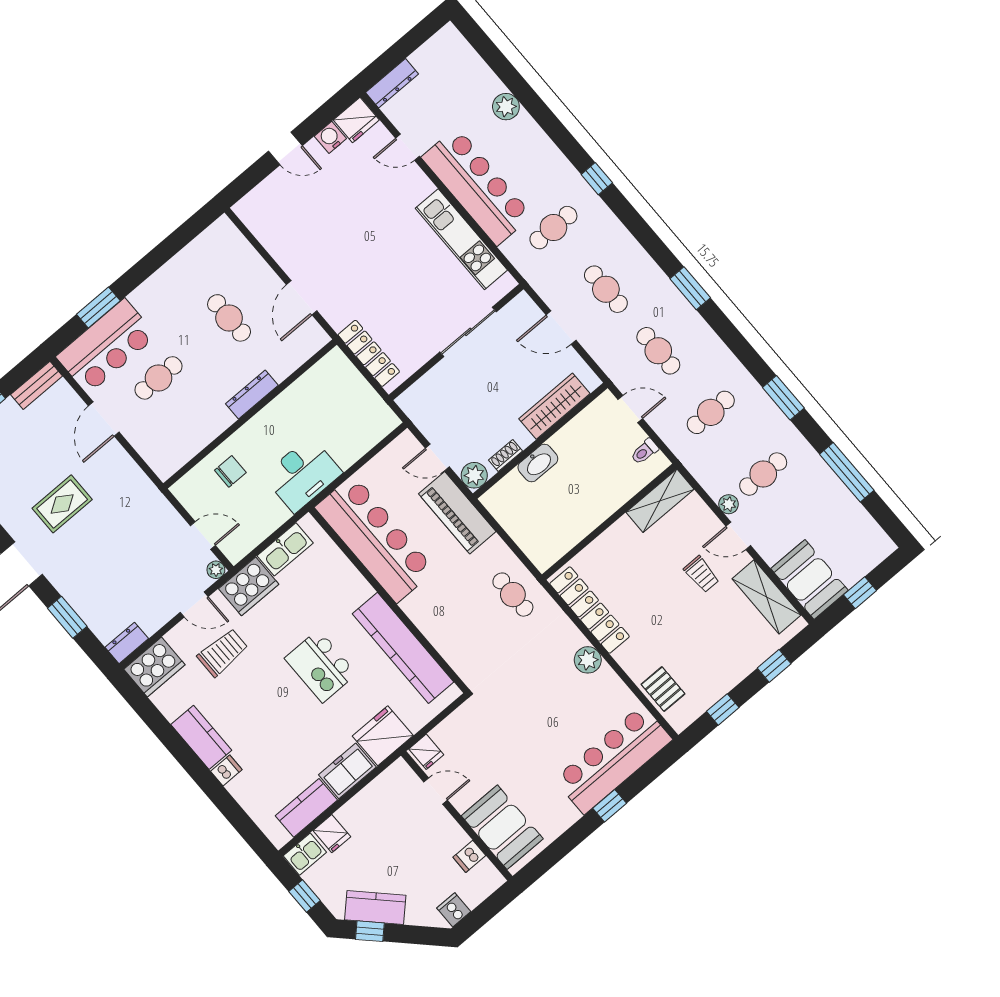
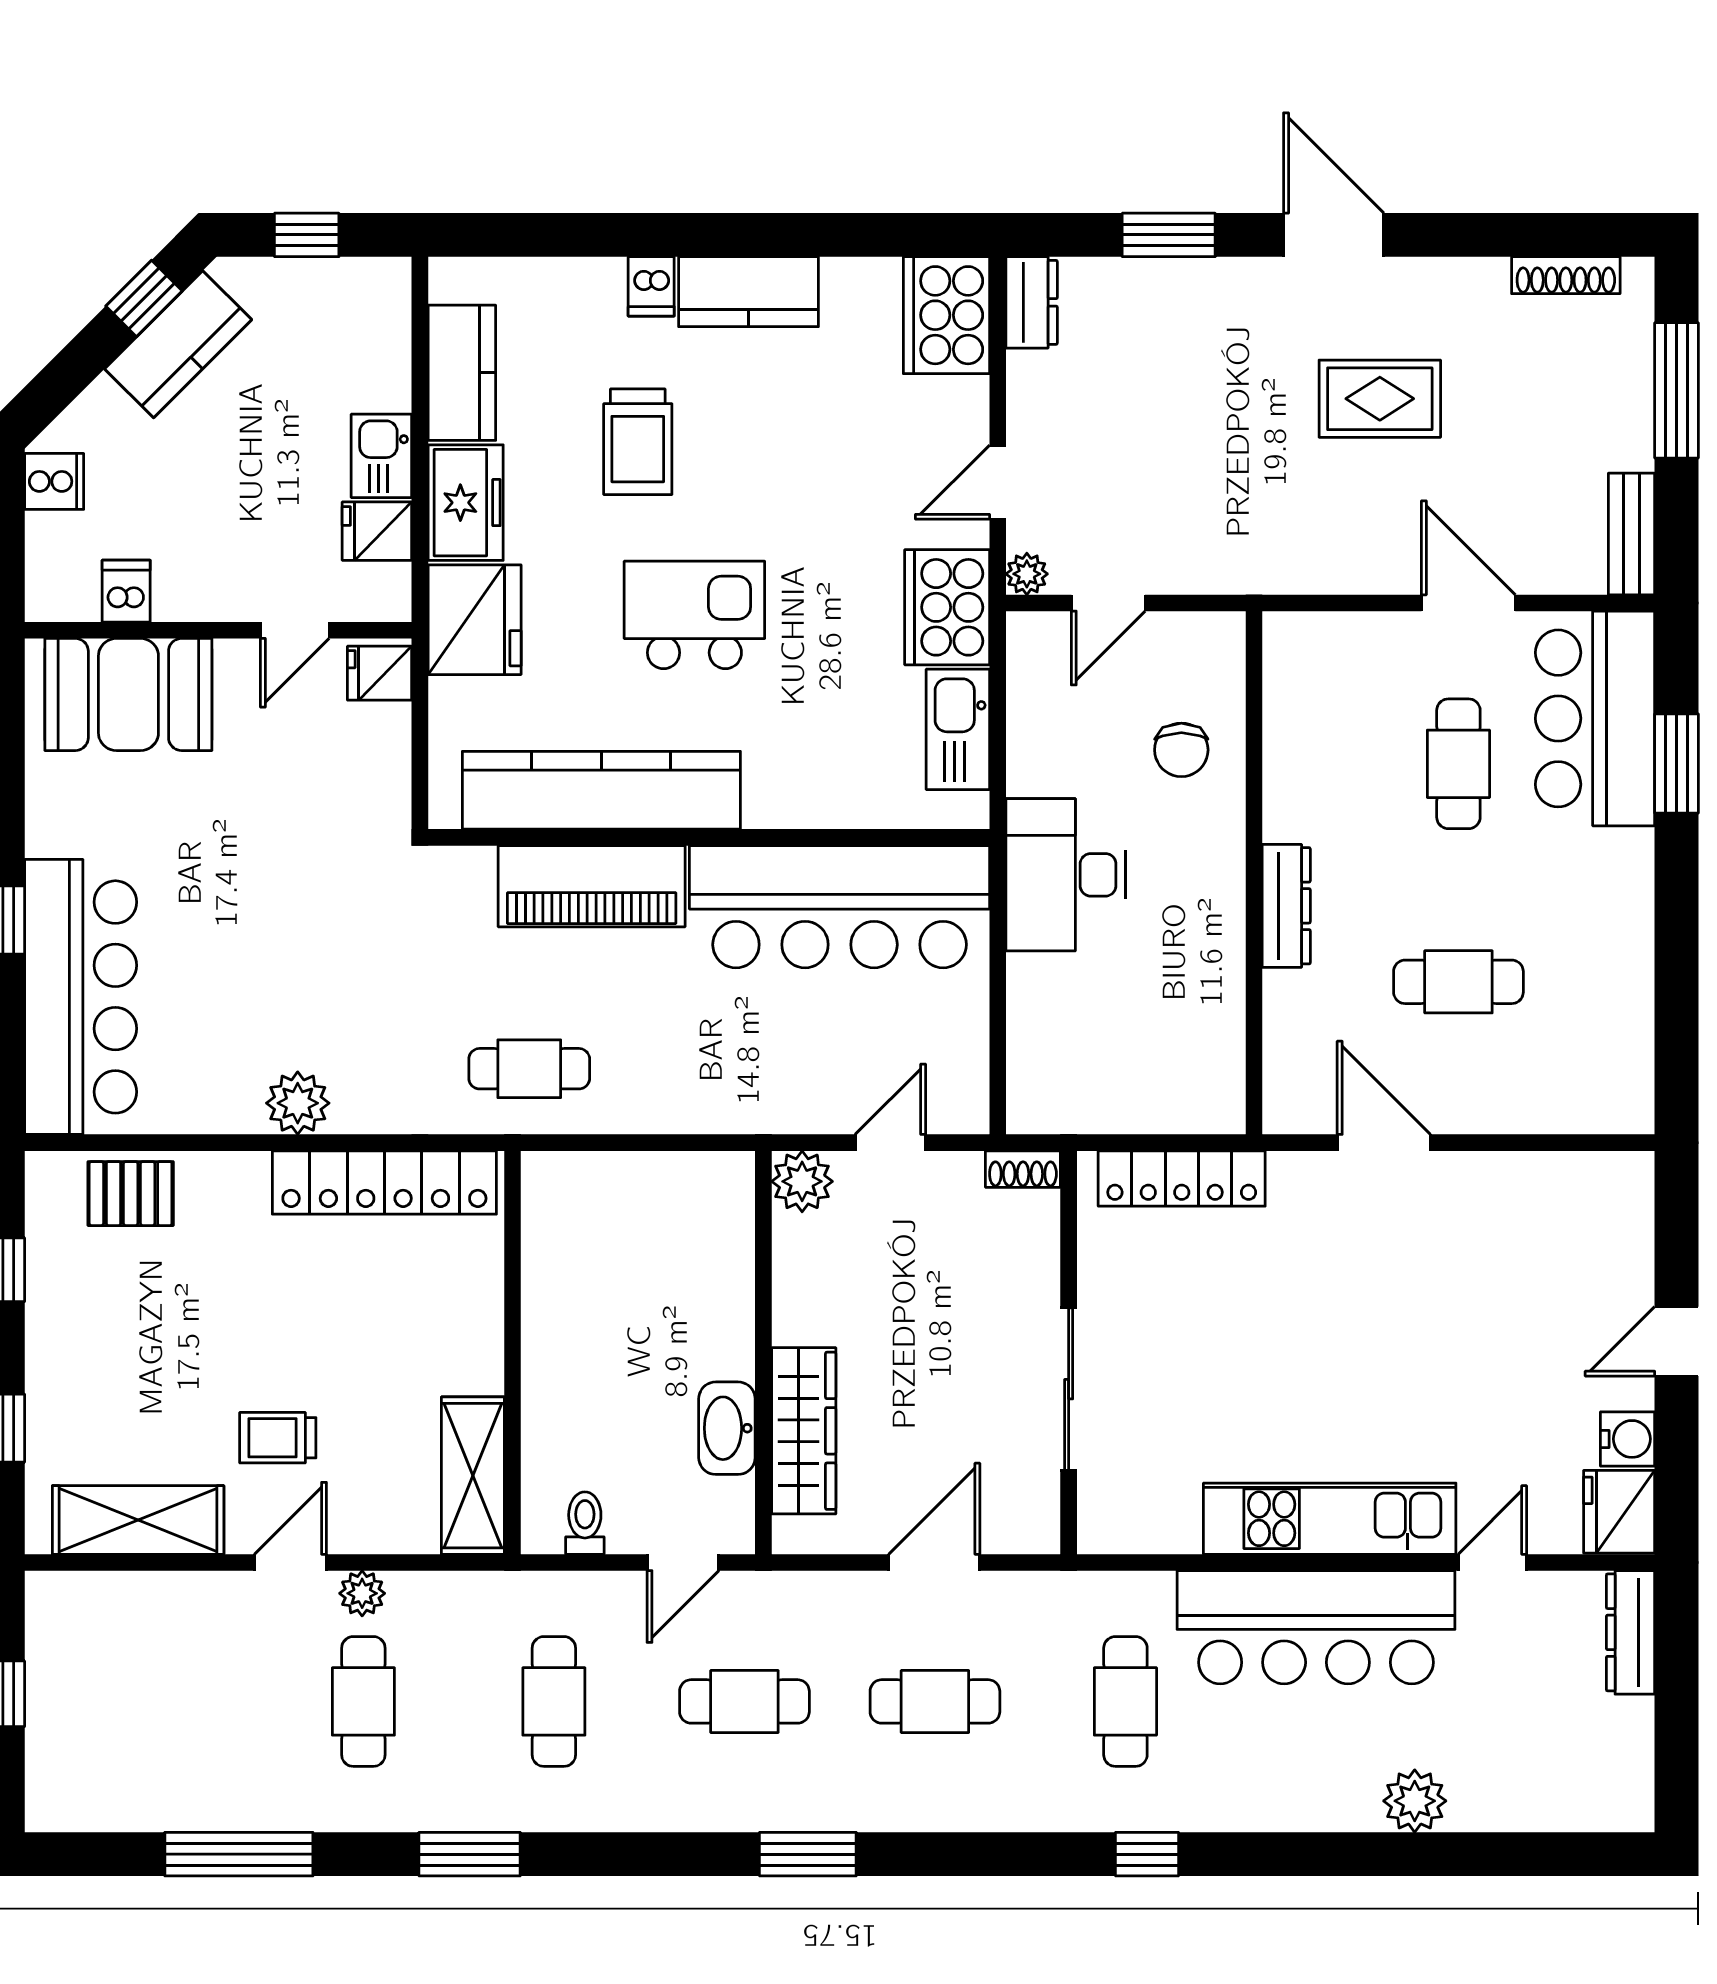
kitchen unit: (461, 239) -> (1330, 1519), moved
shoe rack: (506, 455) -> (1023, 1169), moved, turned 90
washbasin: (538, 463) -> (727, 1428), moved
rug: (62, 504) -> (1380, 399), turned 90
piano: (457, 513) -> (592, 886), moved, turned 180
booth: (809, 579) -> (104, 1624), removed
trolley: (223, 652) -> (638, 442), moved
fridge: (332, 834) -> (377, 531), moved
kitchen sink: (305, 854) -> (381, 456), moved

